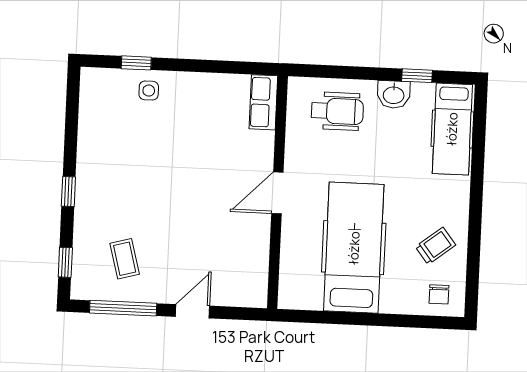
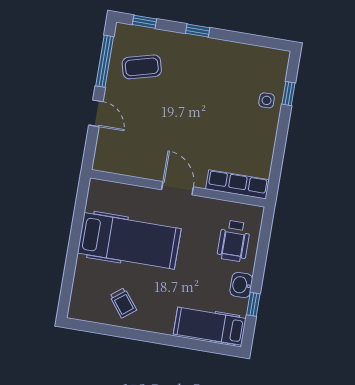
row of seats: (263, 102) -> (237, 184), width x1.48
coffee table: (125, 259) -> (142, 67), width x1.36, depth x1.30
chair: (439, 294) -> (86, 301), removed

